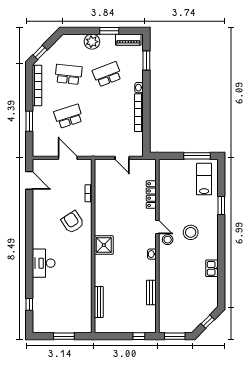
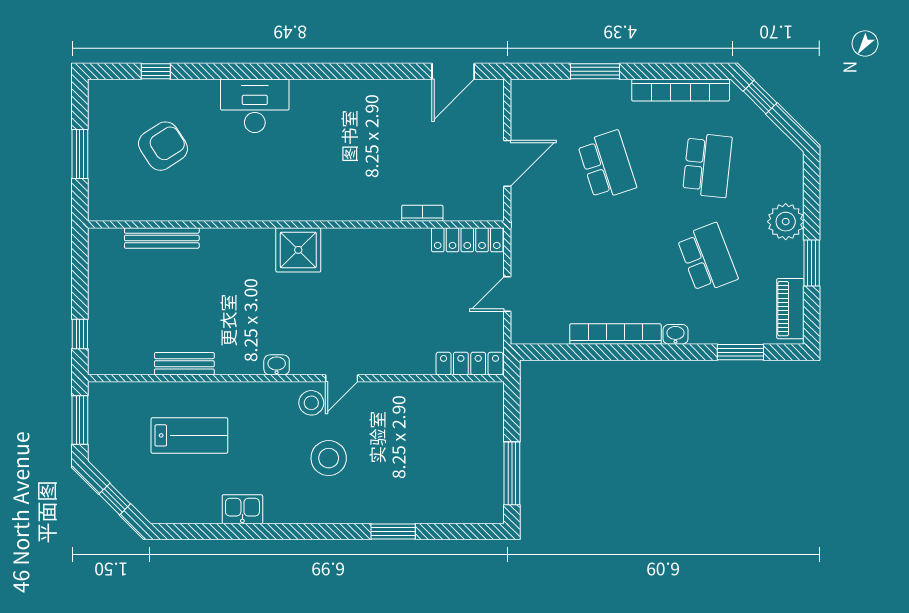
locker: (100, 175) -> (467, 240), added
lab bench: (204, 179) -> (189, 435), moved
locker: (151, 195) -> (470, 364), moved
armchair: (72, 222) -> (163, 146), moved

